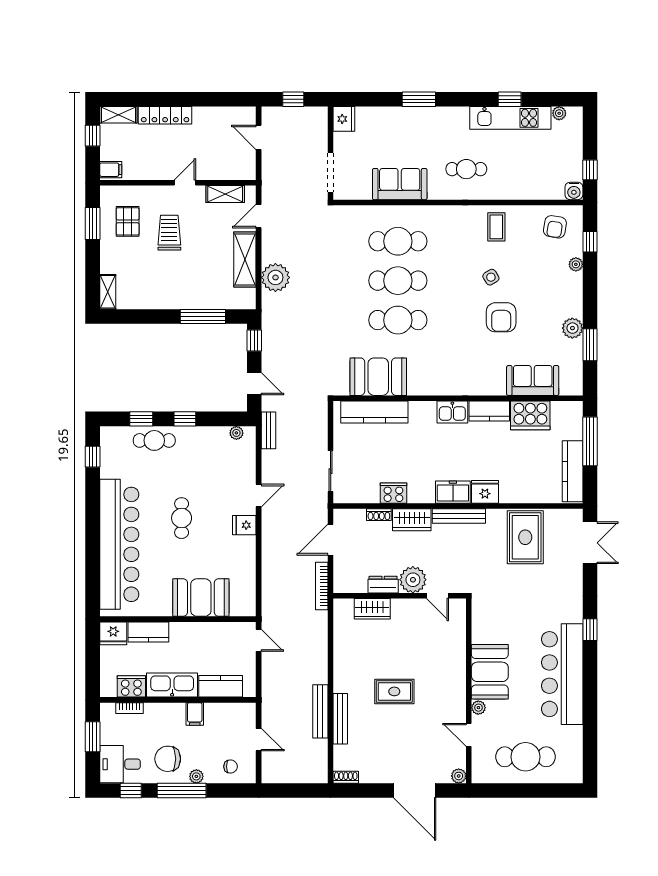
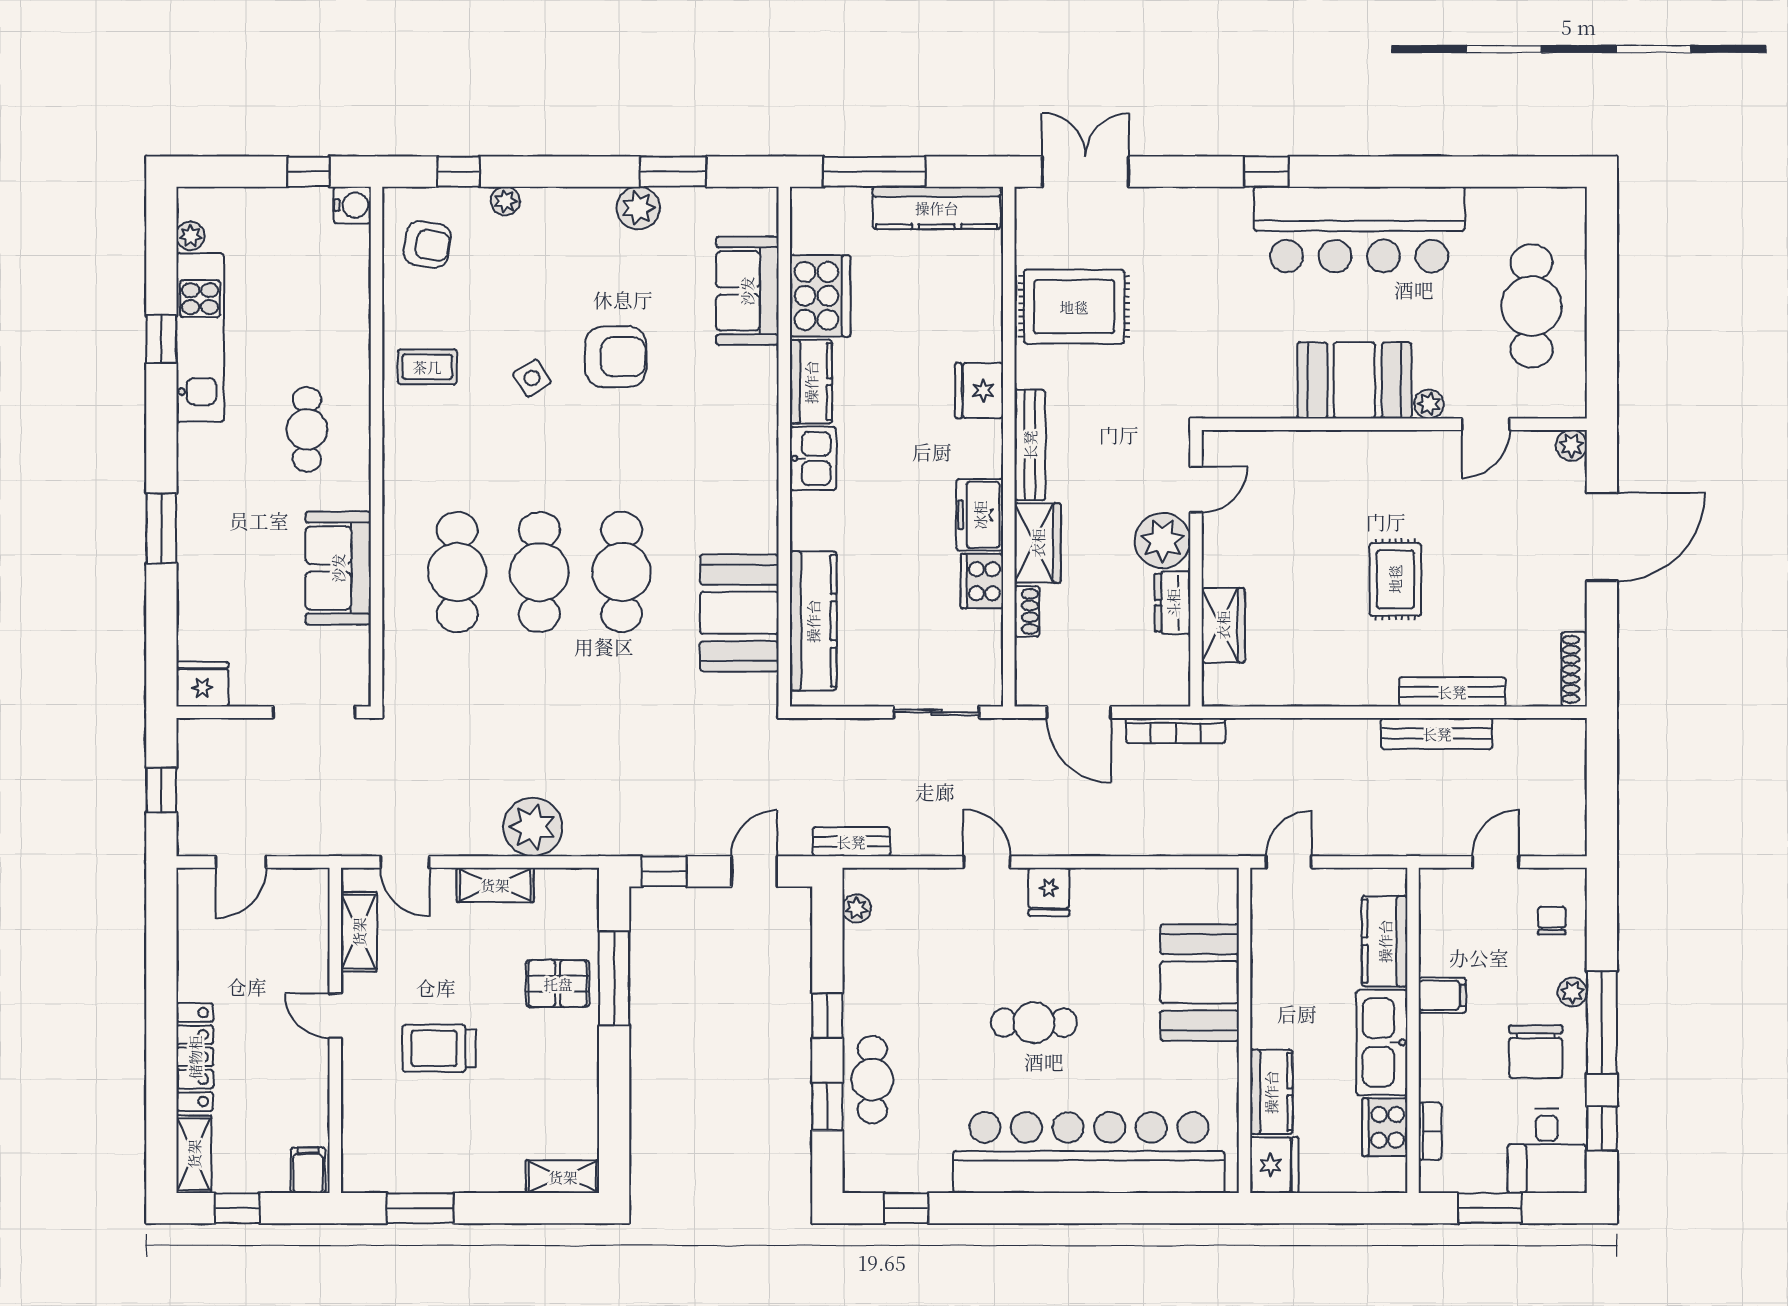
pallet: (128, 221) -> (558, 984), moved
shelving: (245, 259) -> (495, 885), width x0.67, depth x0.75
freezer: (453, 492) -> (980, 515), moved
shoe rack: (346, 777) -> (1574, 669), width x1.43

